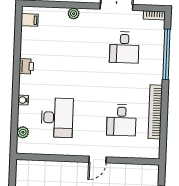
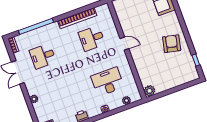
desk: (124, 47) -> (43, 56), turned 180
desk: (121, 120) -> (92, 38), turned 180
plant: (23, 167) -> (150, 91), added

